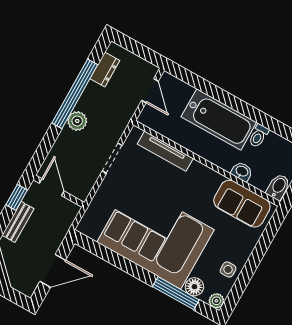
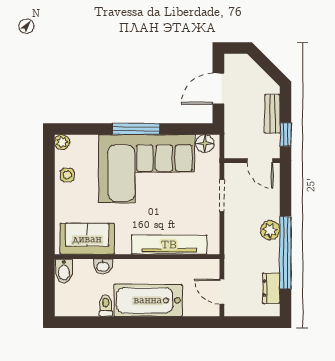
tv unit: (165, 151) -> (169, 245), width x1.36, depth x1.29
doorway: (112, 158) -> (222, 196), moved
floor lamp: (194, 287) -> (205, 144), moved
window: (176, 293) -> (136, 129), moved

